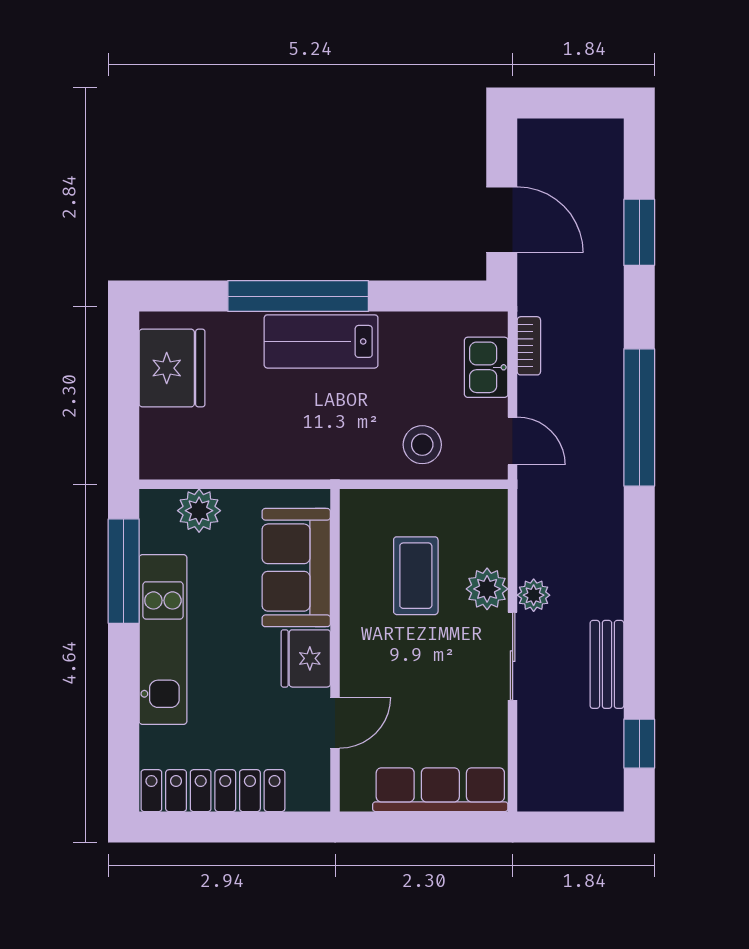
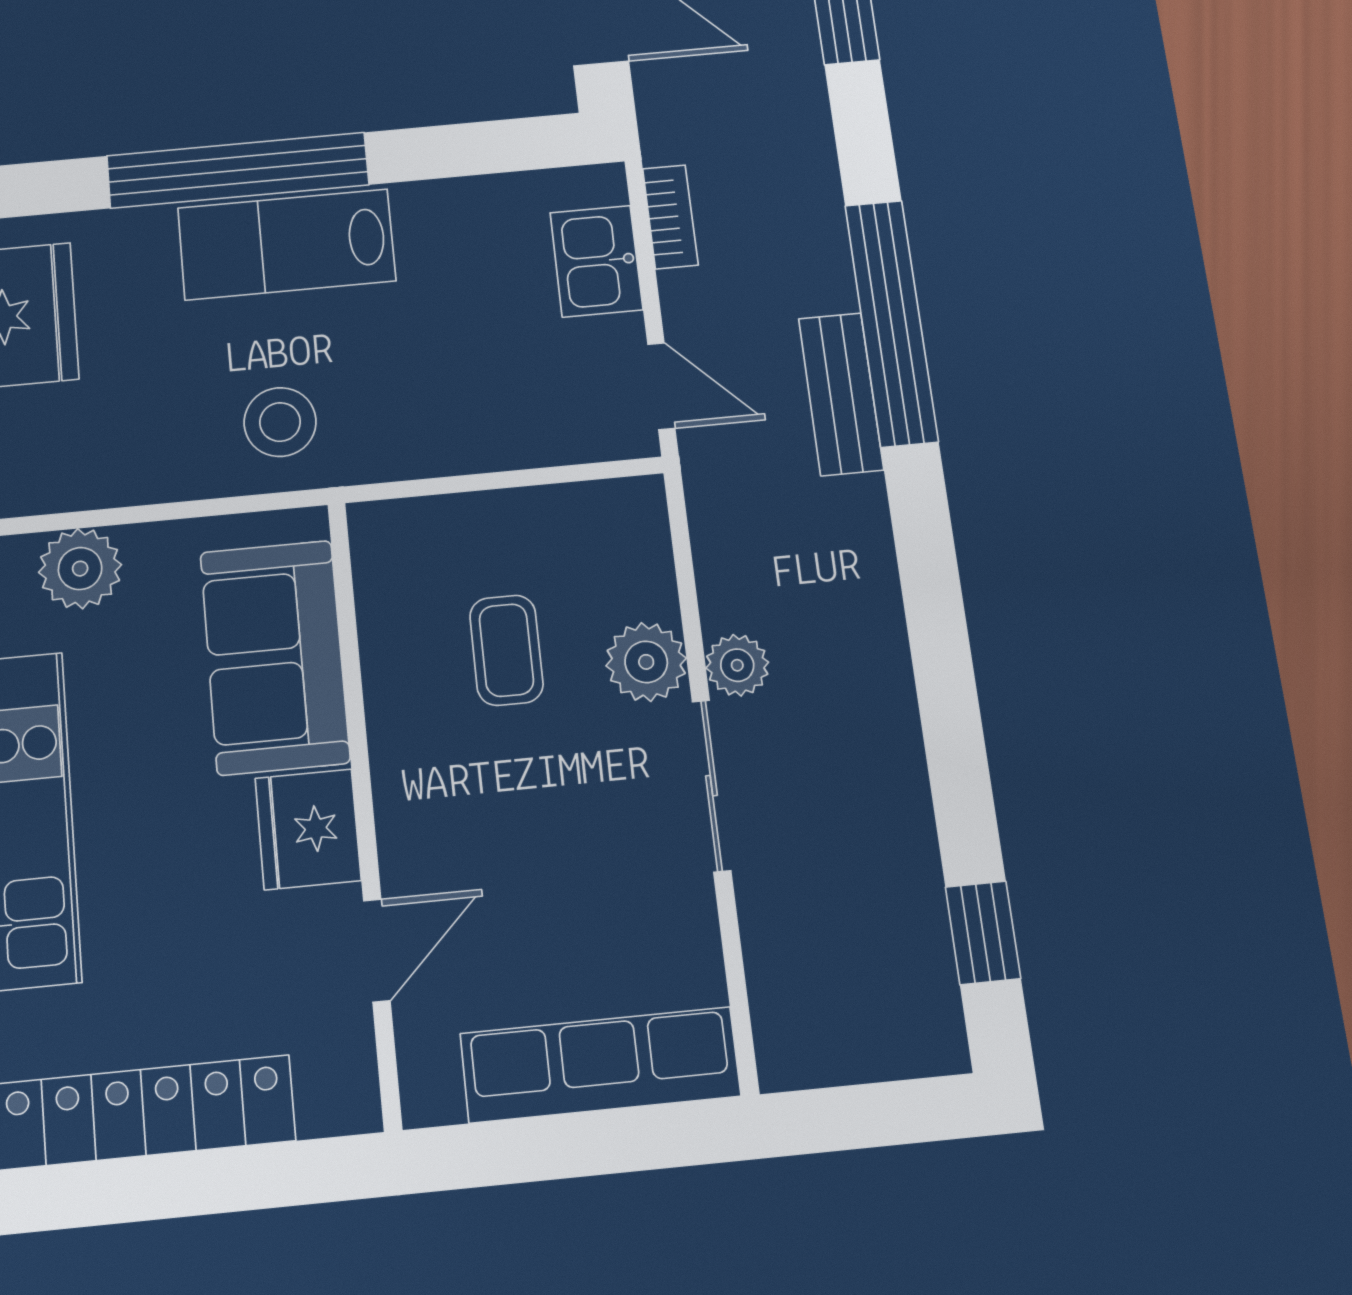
stool: (422, 445) -> (280, 422), moved
coffee table: (416, 576) -> (506, 650), width x0.73, depth x0.77
bench: (607, 664) -> (841, 394), moved

